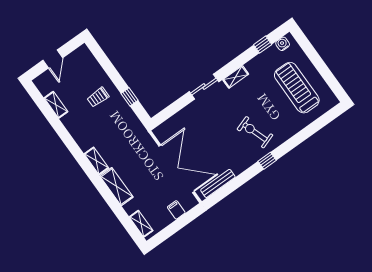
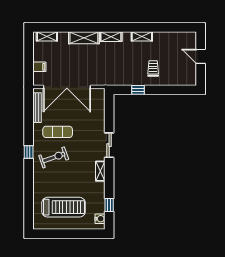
shelving: (56, 105) -> (142, 36), moved
exercise mat: (227, 146) -> (58, 132), added

